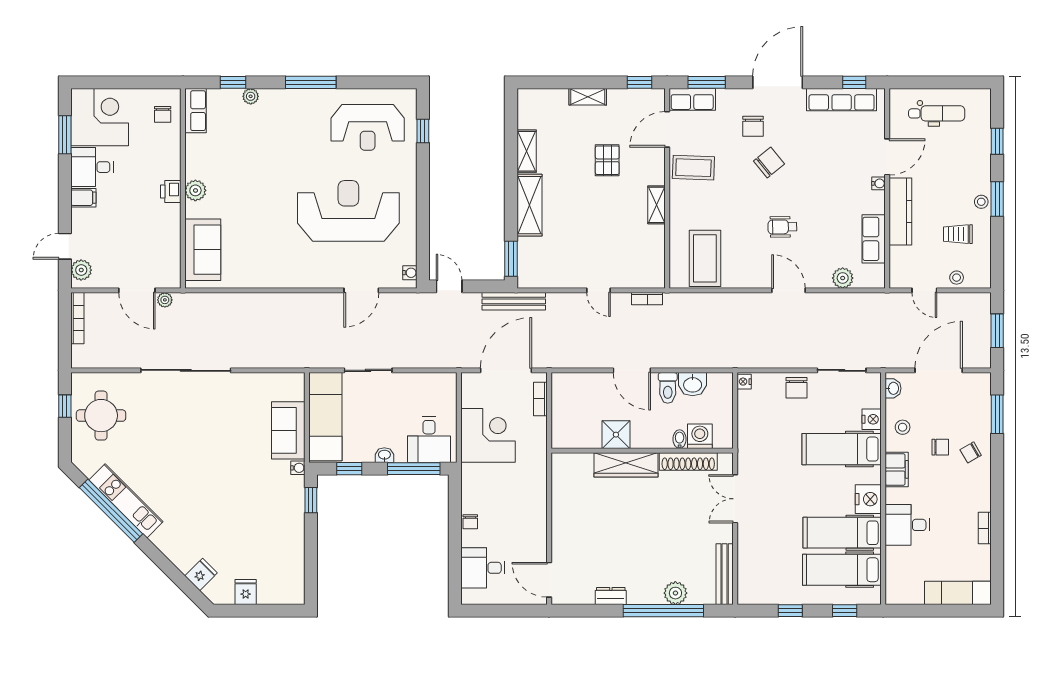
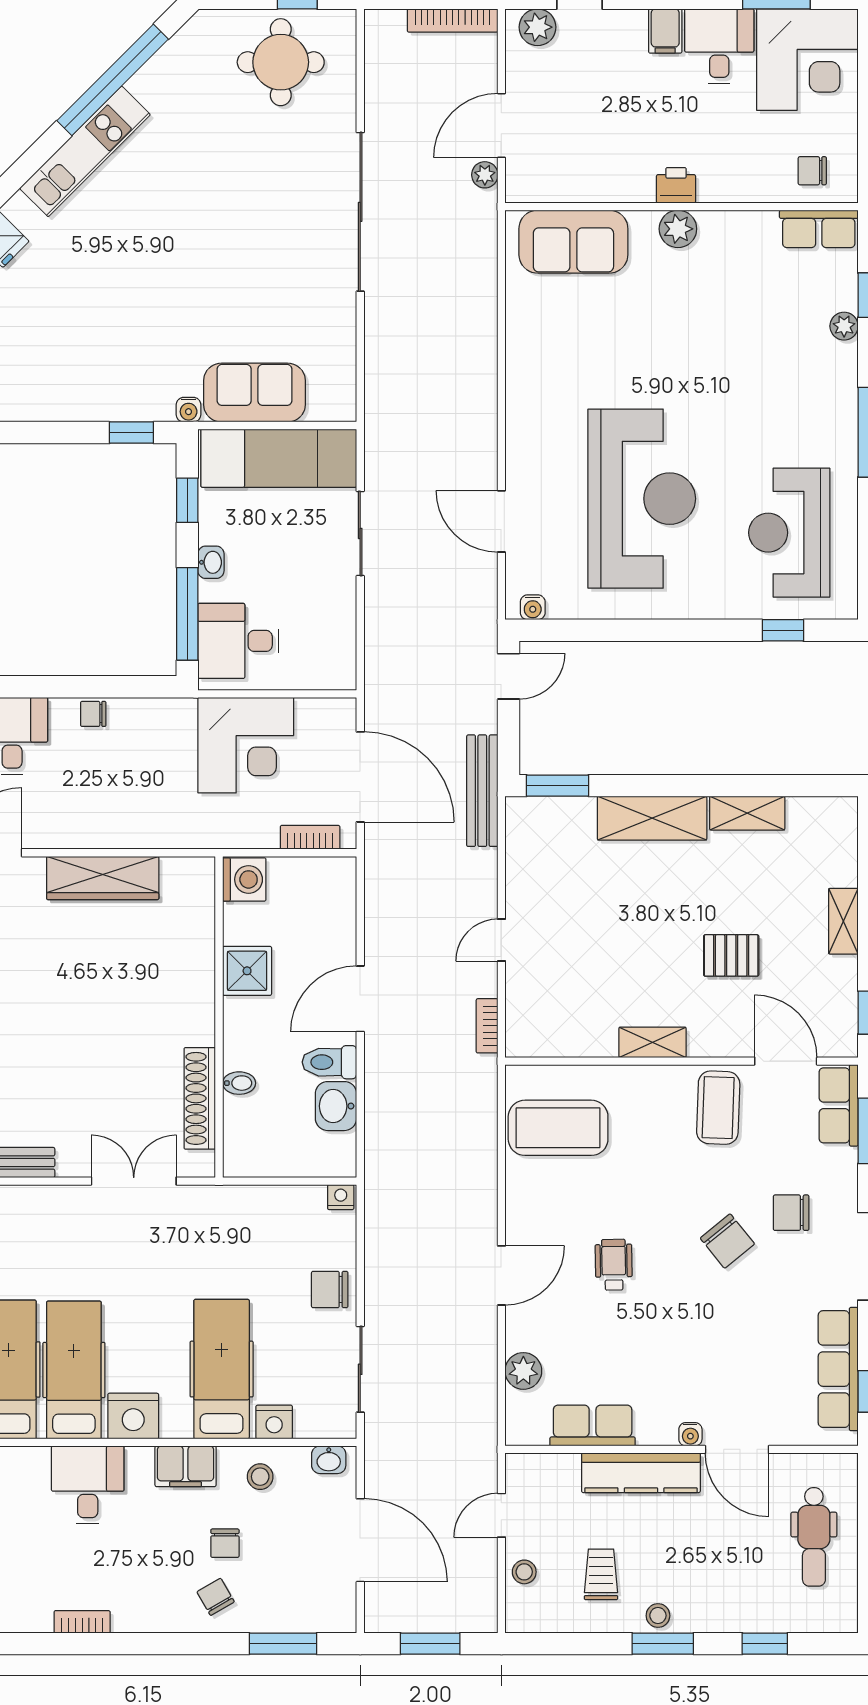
washing machine: (700, 436) -> (244, 879), moved
wardrobe: (626, 465) -> (103, 878), moved, turned -90
kitchen unit: (126, 501) -> (85, 151), moved

